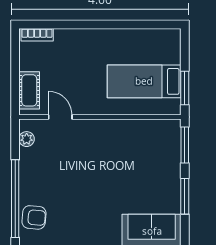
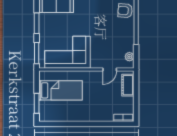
window: (185, 88) -> (37, 103), moved
door: (60, 117) -> (110, 70), hinge flipped
corner sofa: (132, 147) -> (67, 52), added

